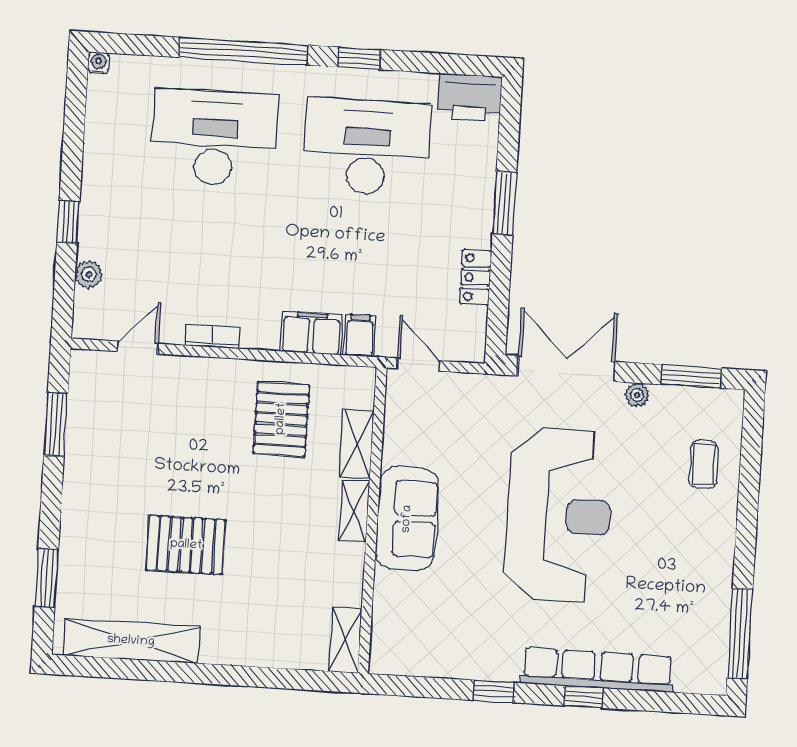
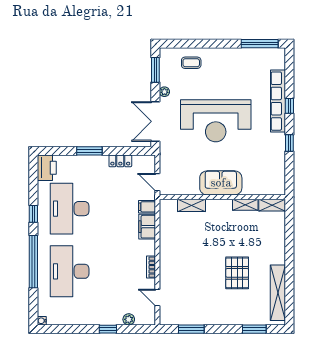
door: (418, 365) -> (157, 182), hinge flipped
pallet: (281, 419) -> (183, 237), removed
shelving: (354, 511) -> (245, 205), moved
reception desk: (559, 515) -> (216, 121), turned 180

